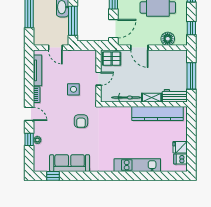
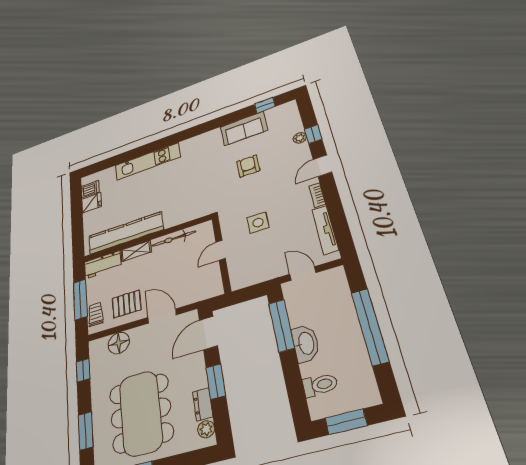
pallet: (112, 59) -> (127, 304), moved
trolley: (182, 62) -> (96, 314), added
door: (29, 114) -> (322, 166), hinge flipped
armchair: (81, 121) -> (248, 166), moved
sofa: (70, 163) -> (244, 128), width x0.73

